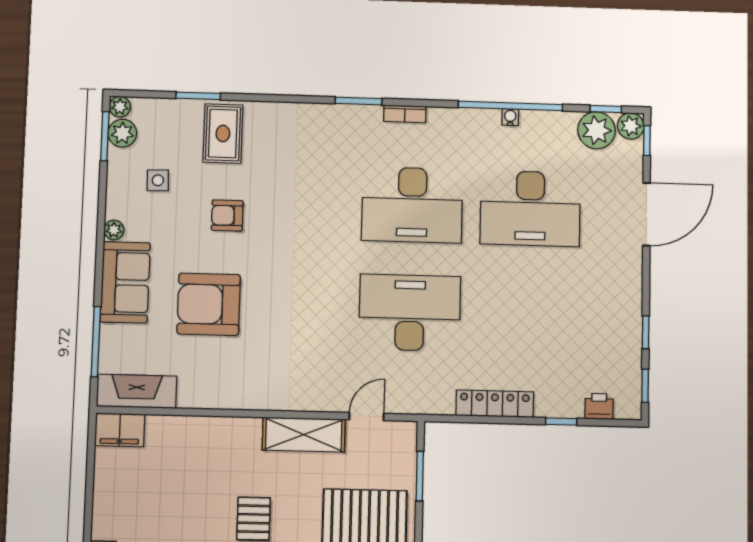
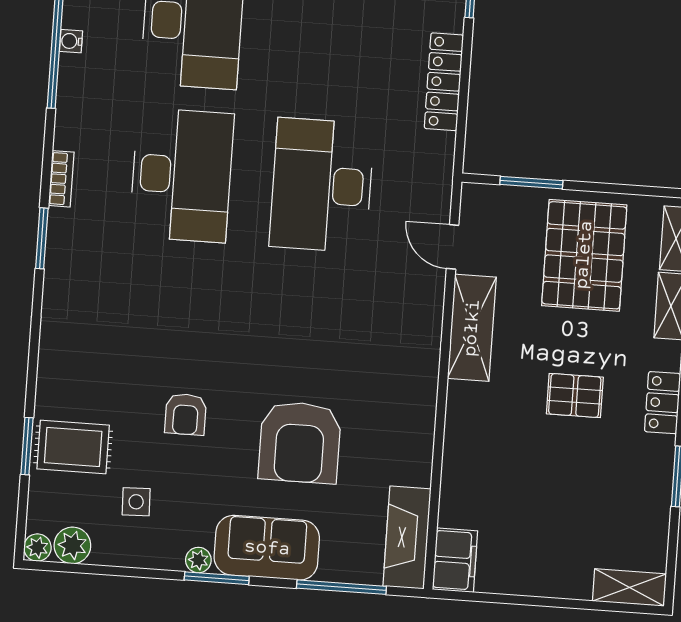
rug: (223, 133) -> (73, 447), moved
window: (105, 136) -> (217, 578), moved

